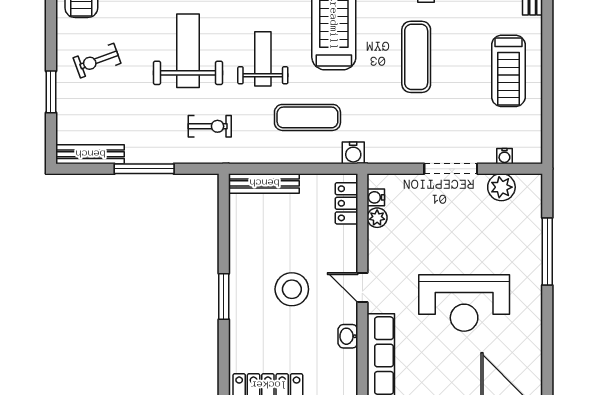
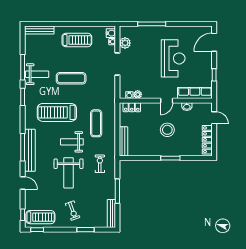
weight bench: (188, 51) -> (69, 173), turned -90
water cooler: (353, 153) -> (111, 33), moved

